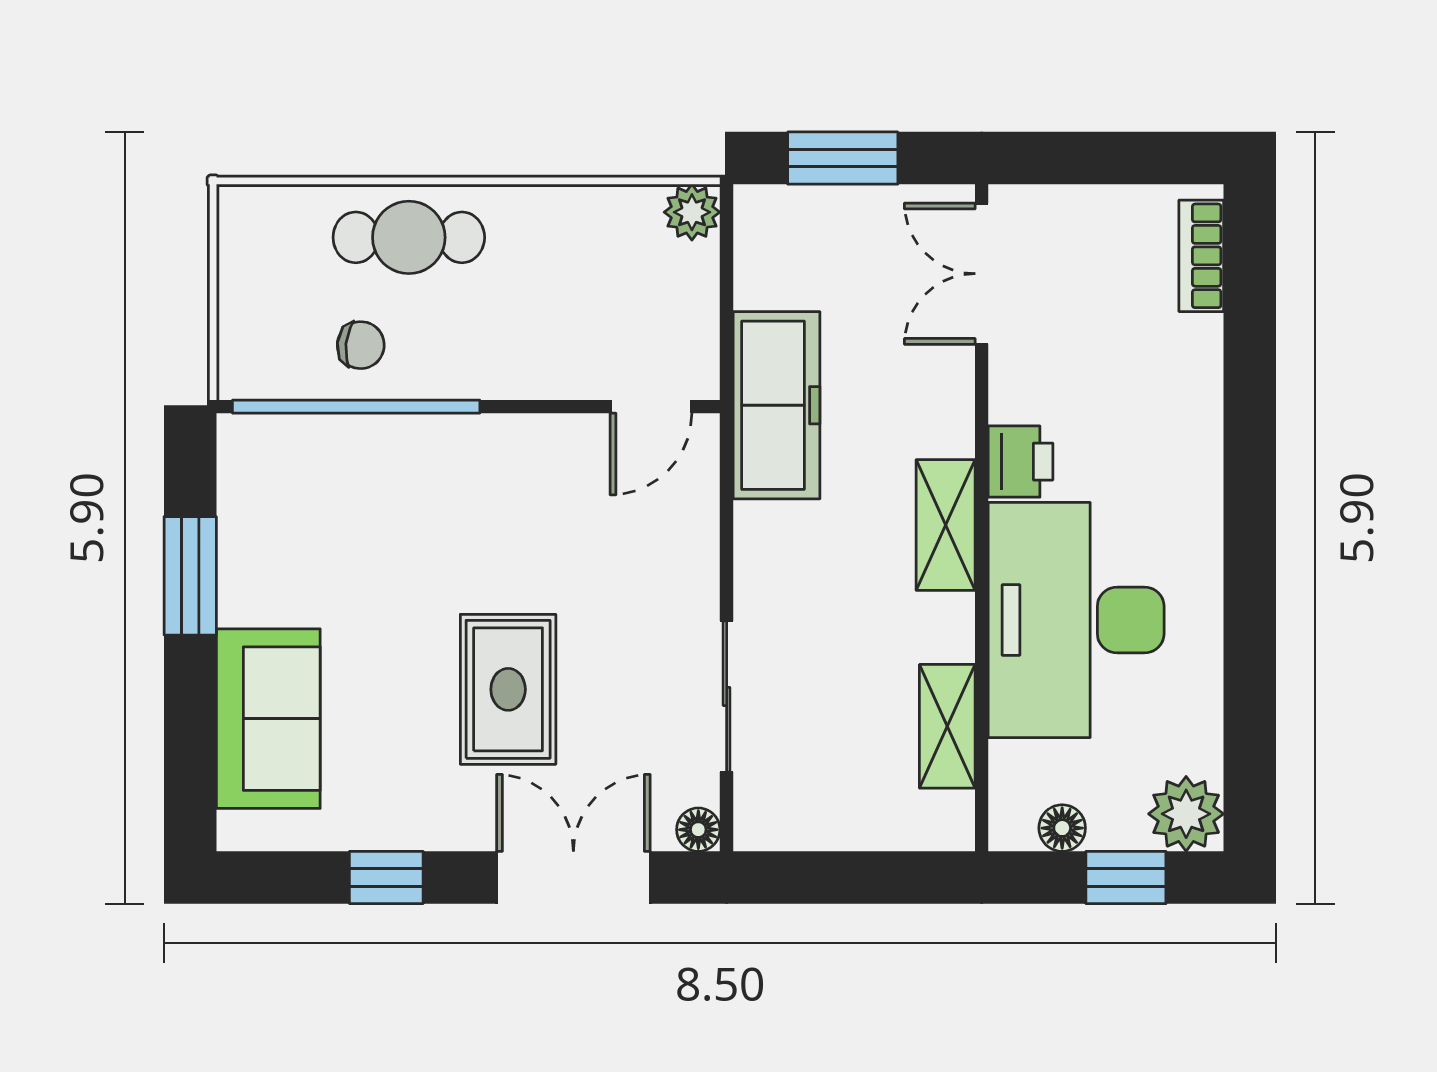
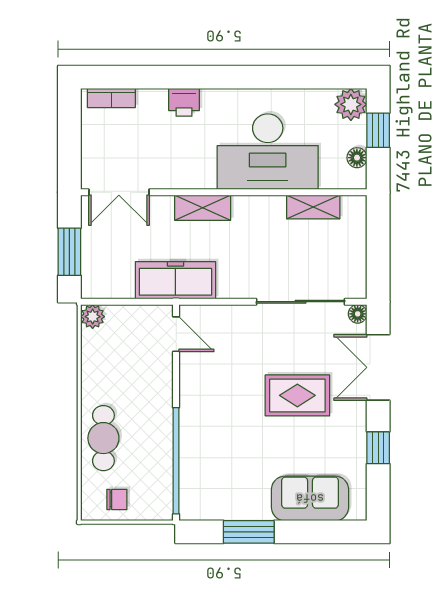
chair: (361, 345) -> (117, 499), moved, turned 84
printer: (1020, 462) -> (184, 102), moved, turned 180
shelving: (946, 525) -> (203, 208), moved
sliding door: (727, 696) -> (300, 302), width x1.37

